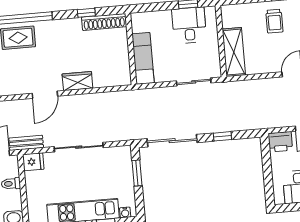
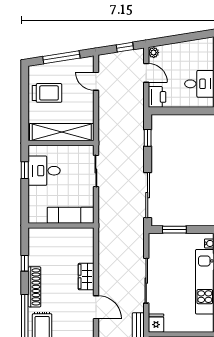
trolley: (274, 21) -> (47, 93), width x1.36, depth x1.39
shoe rack: (104, 22) -> (34, 287), moved
shelving: (234, 52) -> (62, 132), width x1.47
window: (222, 136) -> (148, 138), moved

